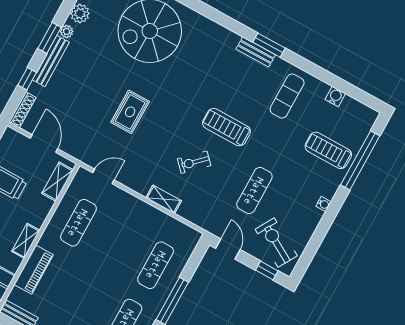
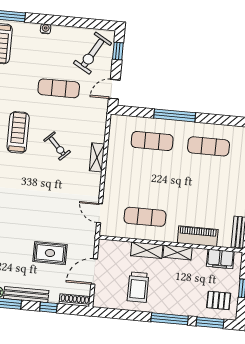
rug: (130, 112) -> (50, 253), moved
treadmill: (226, 127) -> (18, 132), turned 180
shelving: (57, 182) -> (147, 250), moved

